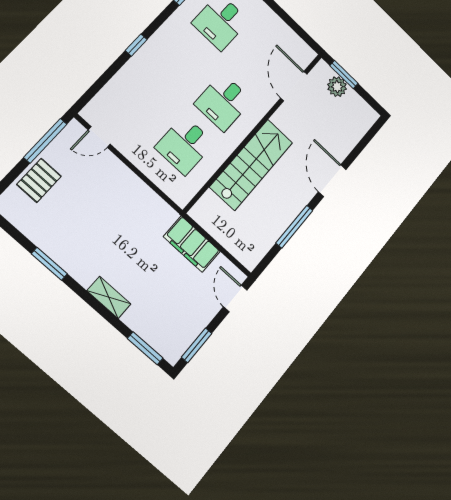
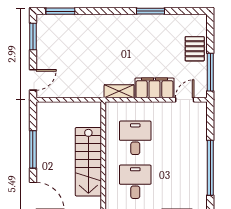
window: (136, 45) -> (210, 168), width x3.17
filing cabinet: (192, 244) -> (155, 88), moved
shelving: (109, 297) -> (119, 91), moved
door: (235, 298) -> (33, 80), hinge flipped

